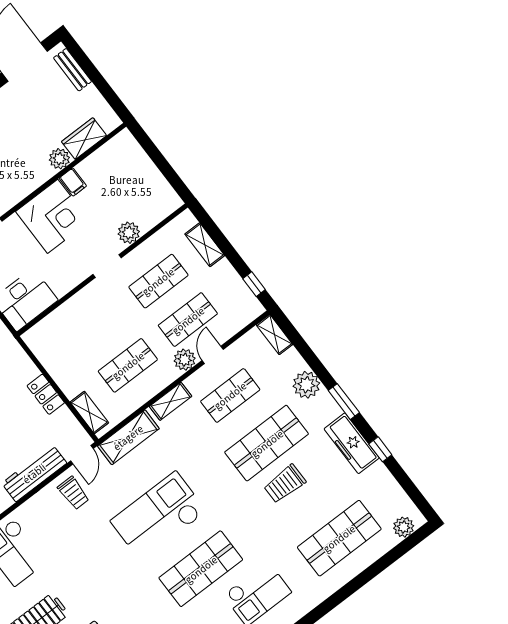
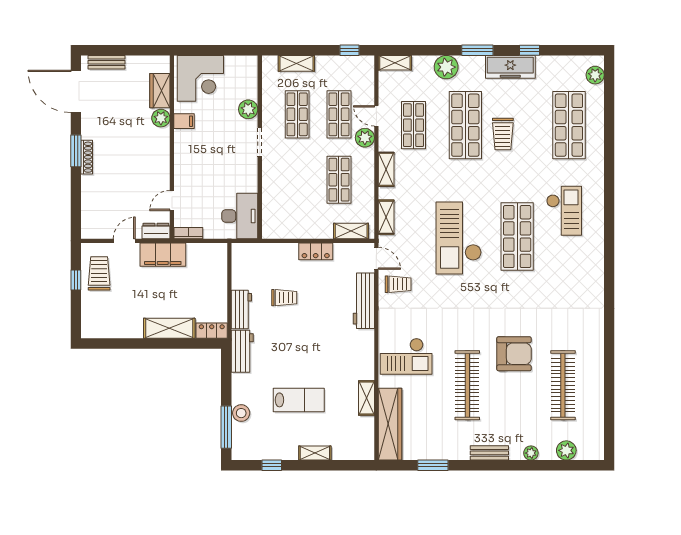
corner desk: (53, 216) -> (200, 78), moved, turned 90
shelving: (128, 437) -> (386, 217), width x0.67, depth x0.75

